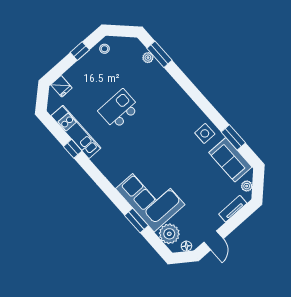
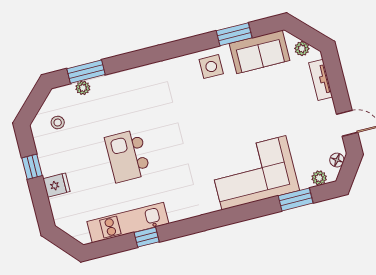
stool: (105, 49) -> (58, 123), moved
fridge: (61, 86) -> (56, 185), moved
window: (136, 221) -> (296, 199), moved
plant: (169, 234) -> (319, 178), width x0.53, depth x0.53

